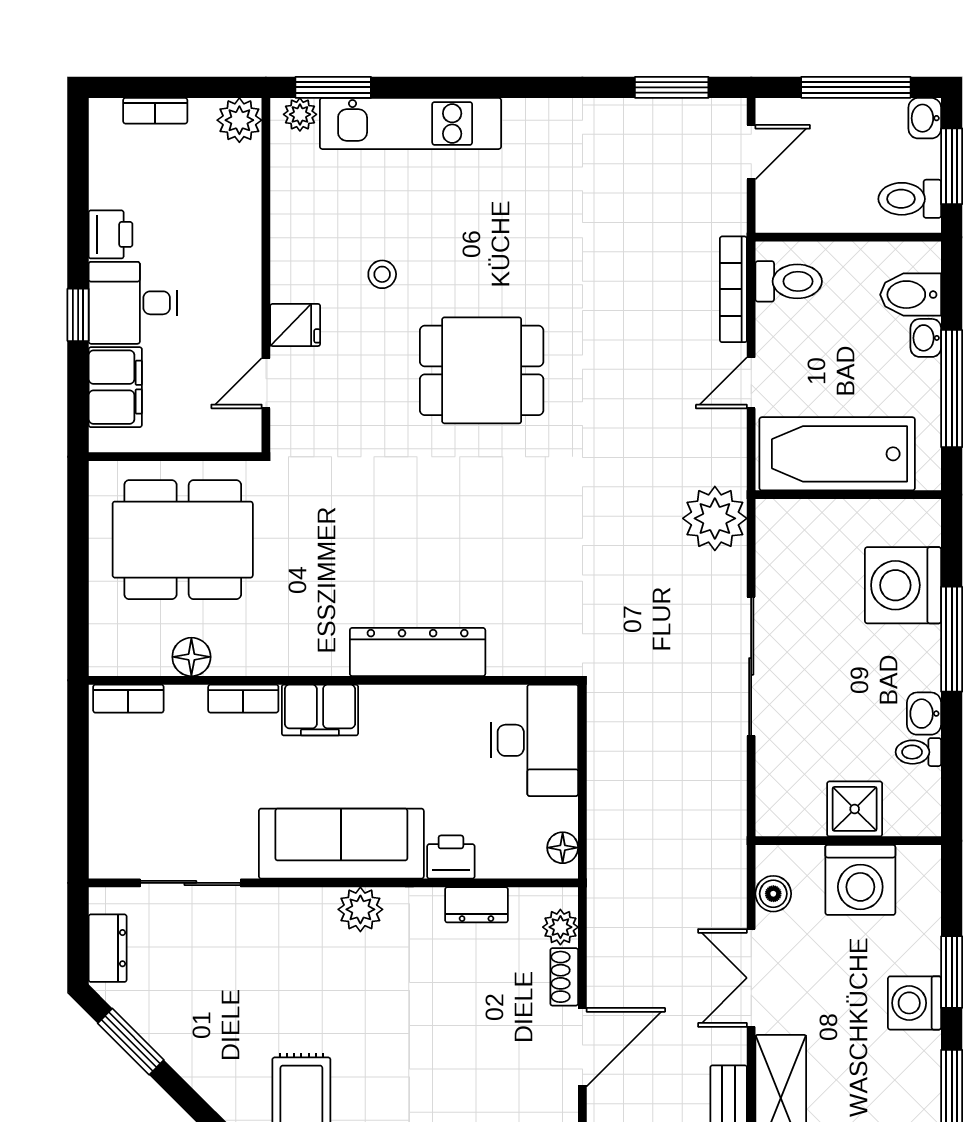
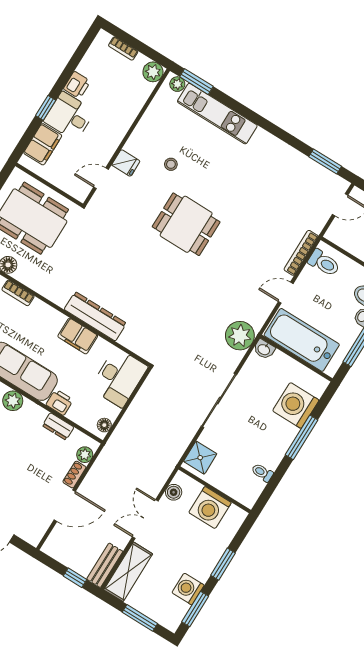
filing cabinet: (320, 710) -> (78, 336), moved
washbasin: (924, 714) -> (264, 349), moved, turned -90
shower: (855, 809) -> (200, 458), moved
washing machine: (914, 1003) -> (188, 589), moved

